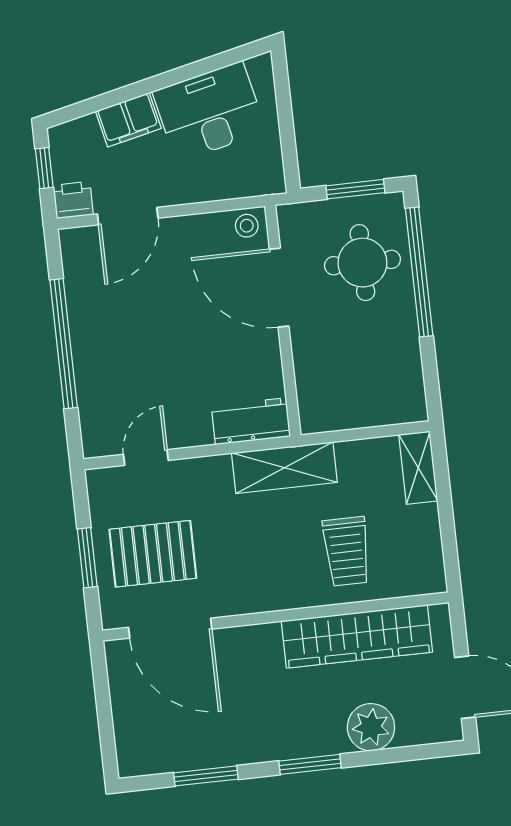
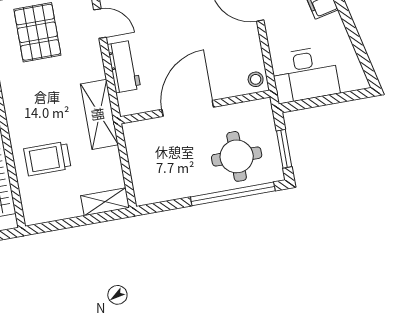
desk: (209, 112) -> (305, 74), moved, turned 103
door: (279, 288) -> (188, 108), moved
workbench: (251, 421) -> (124, 67), moved

